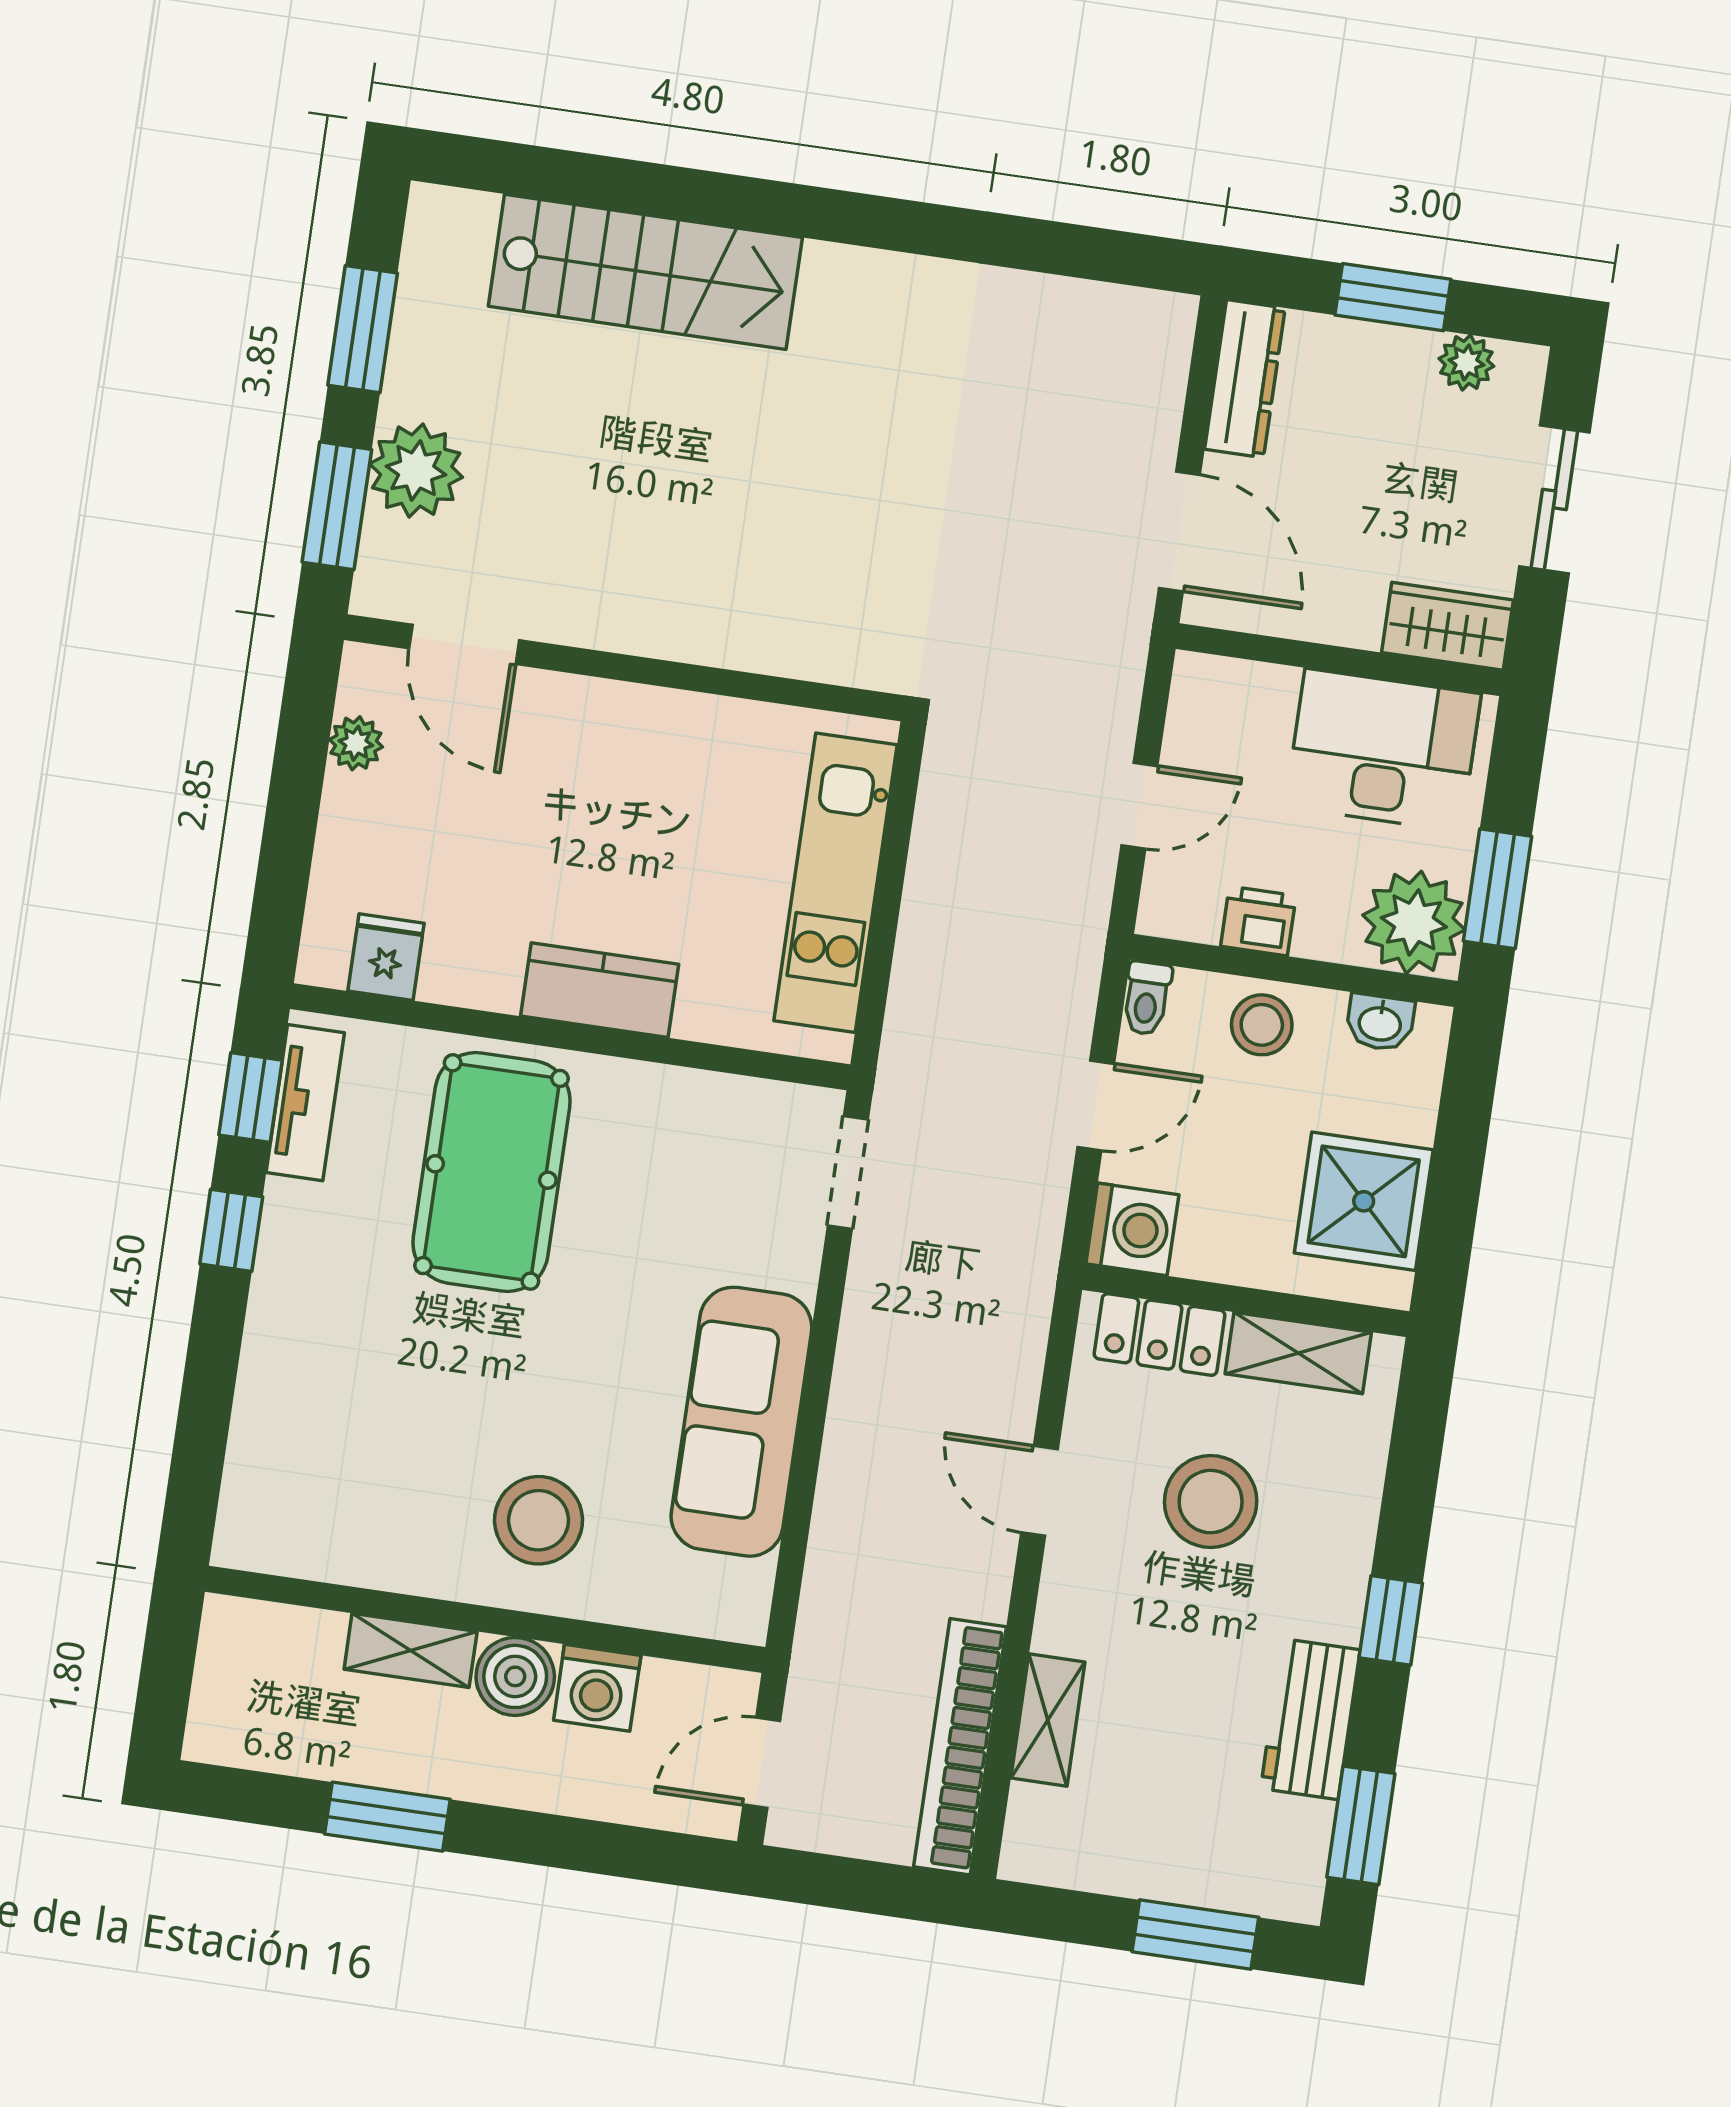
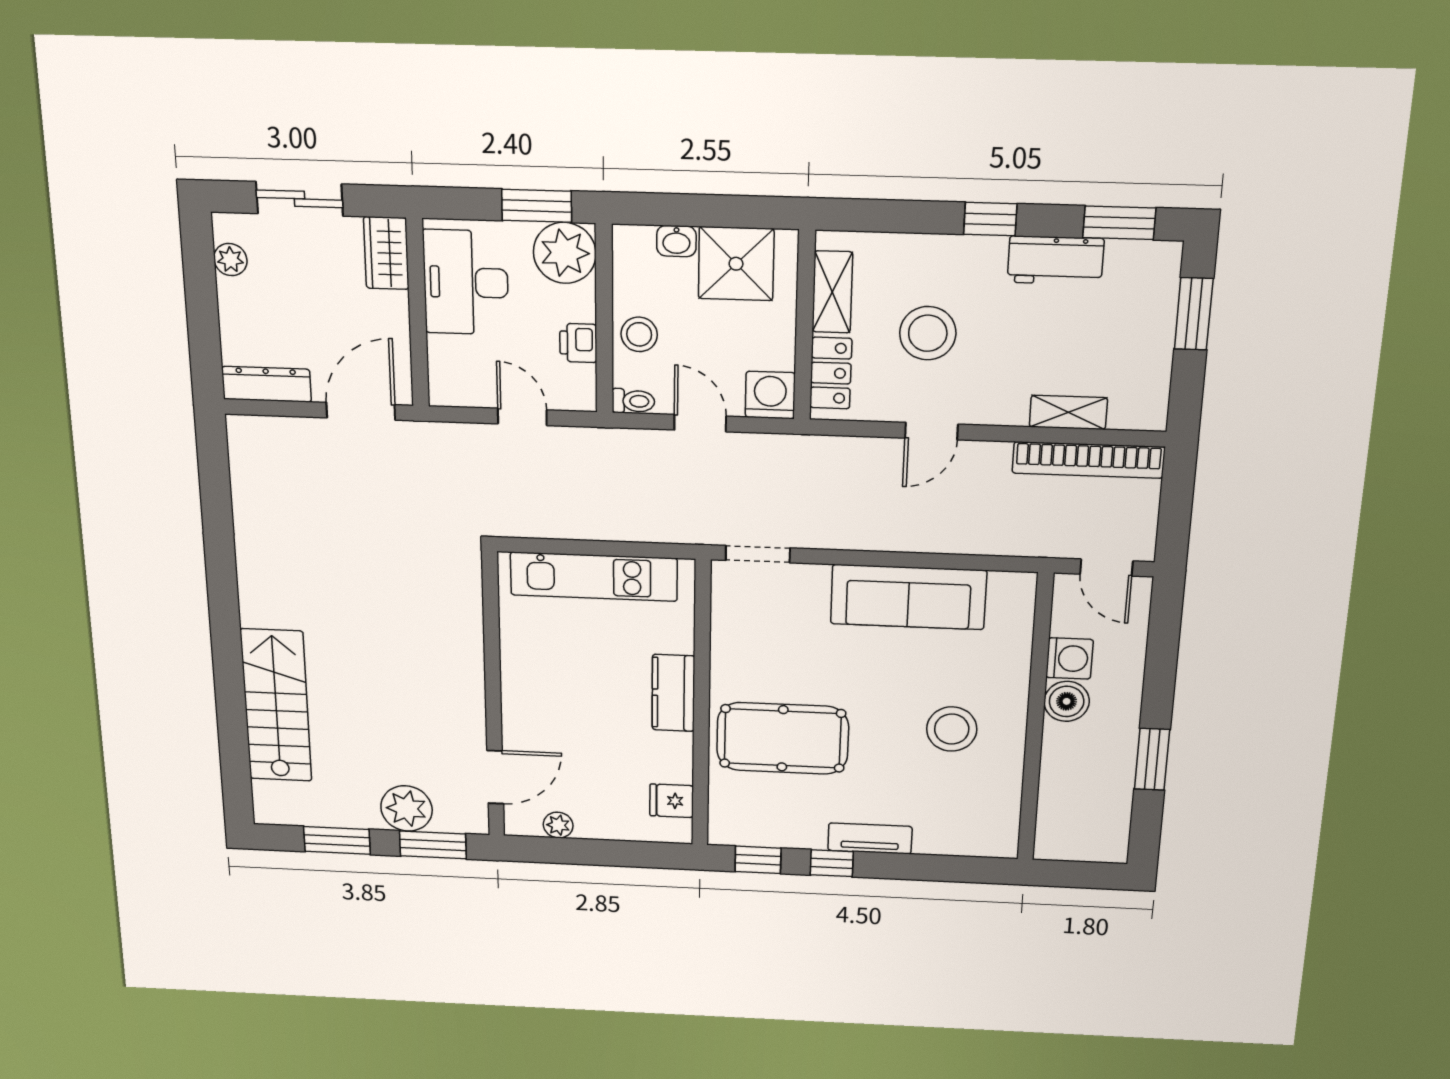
window: (1393, 297) -> (202, 306), removed
washbasin: (1380, 1022) -> (676, 241), moved, turned 90
tv unit: (305, 1103) -> (870, 838), moved
stool: (539, 1520) -> (952, 729), moved
shelving: (411, 1650) -> (1056, 756), removed

